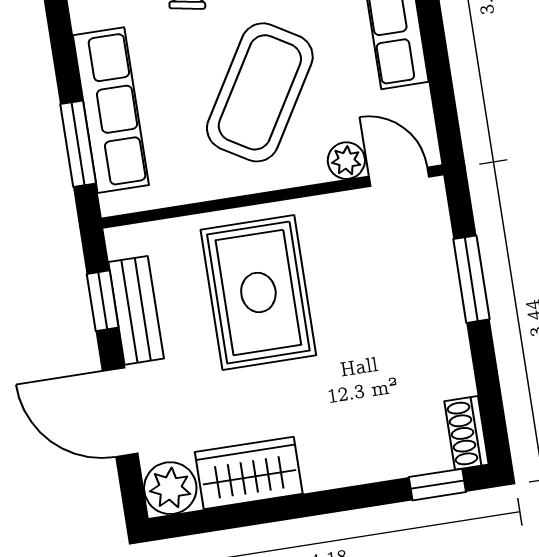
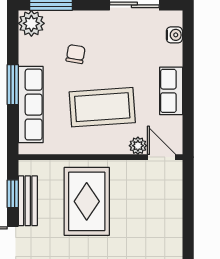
coffee table: (260, 92) -> (102, 107), turned 55
window: (78, 144) -> (13, 85), moved
window: (471, 279) -> (188, 211), removed

